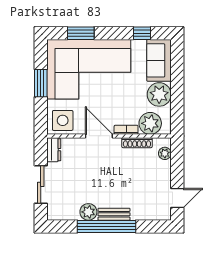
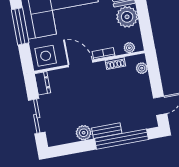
window: (41, 83) -> (20, 26), width x1.44
plant: (150, 123) -> (129, 48), width x0.53, depth x0.53
shoe rack: (137, 143) -> (115, 63), width x0.70
window: (106, 226) -> (121, 139), moved

